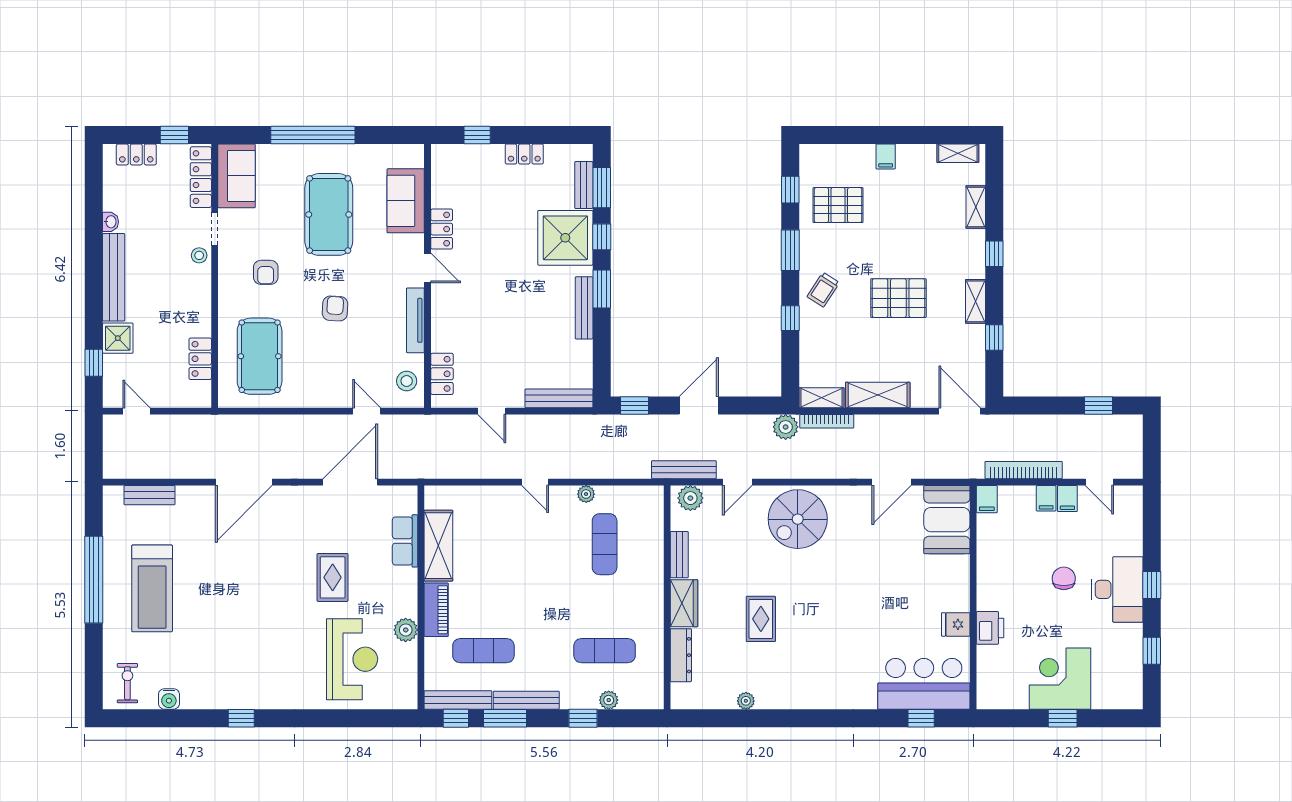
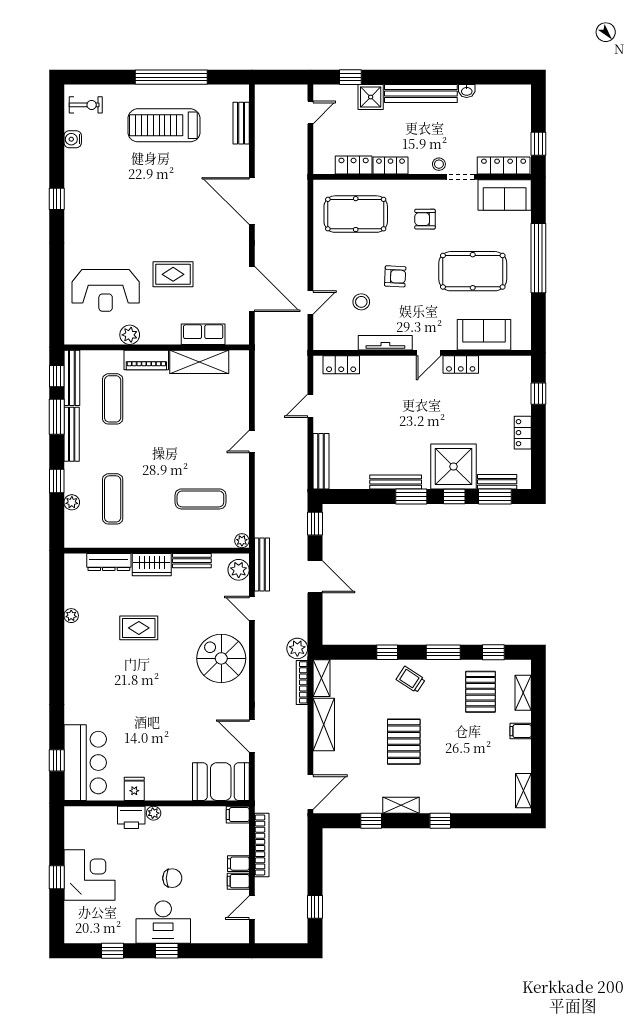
locker: (136, 154) -> (390, 165), moved, turned 90
shelving: (976, 207) -> (523, 693), moved, turned 90
stool: (407, 381) -> (361, 302), moved
plant: (586, 494) -> (242, 541), moved
plant: (985, 601) -> (154, 813), added

